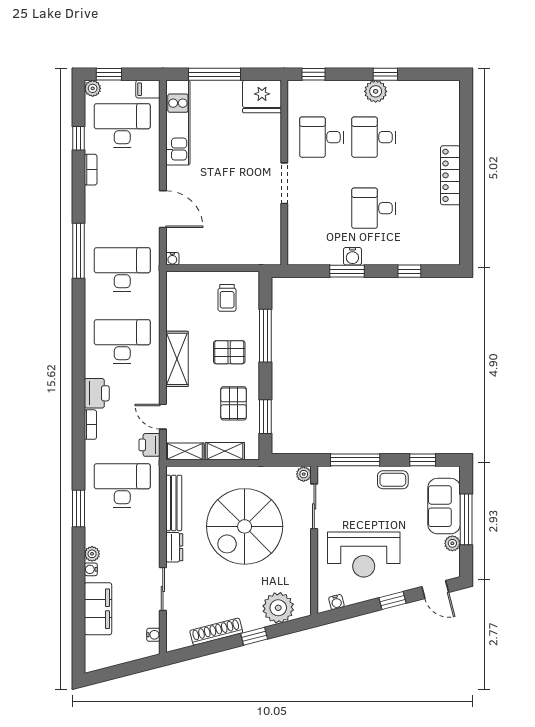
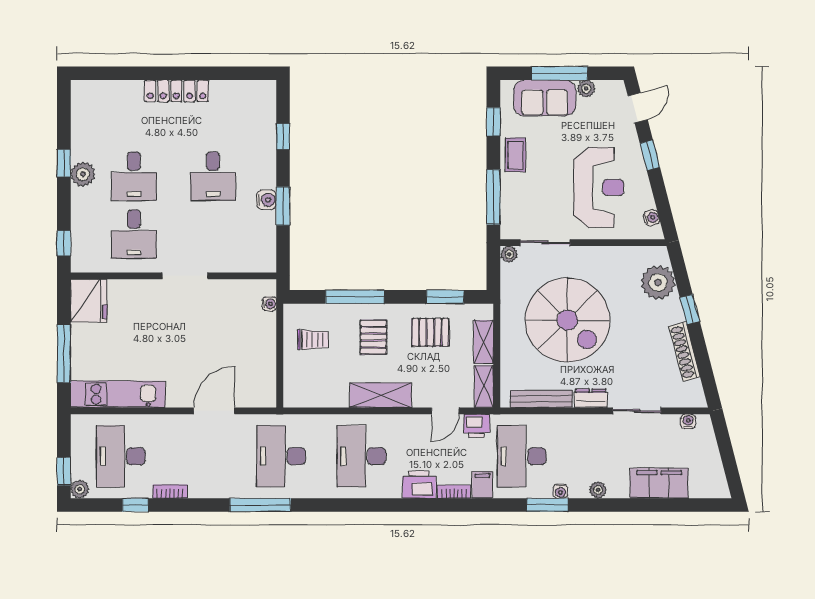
filing cabinet: (148, 89) -> (482, 485), moved, turned 180
water cooler: (172, 259) -> (269, 304), moved
water cooler: (91, 569) -> (560, 491), moved

